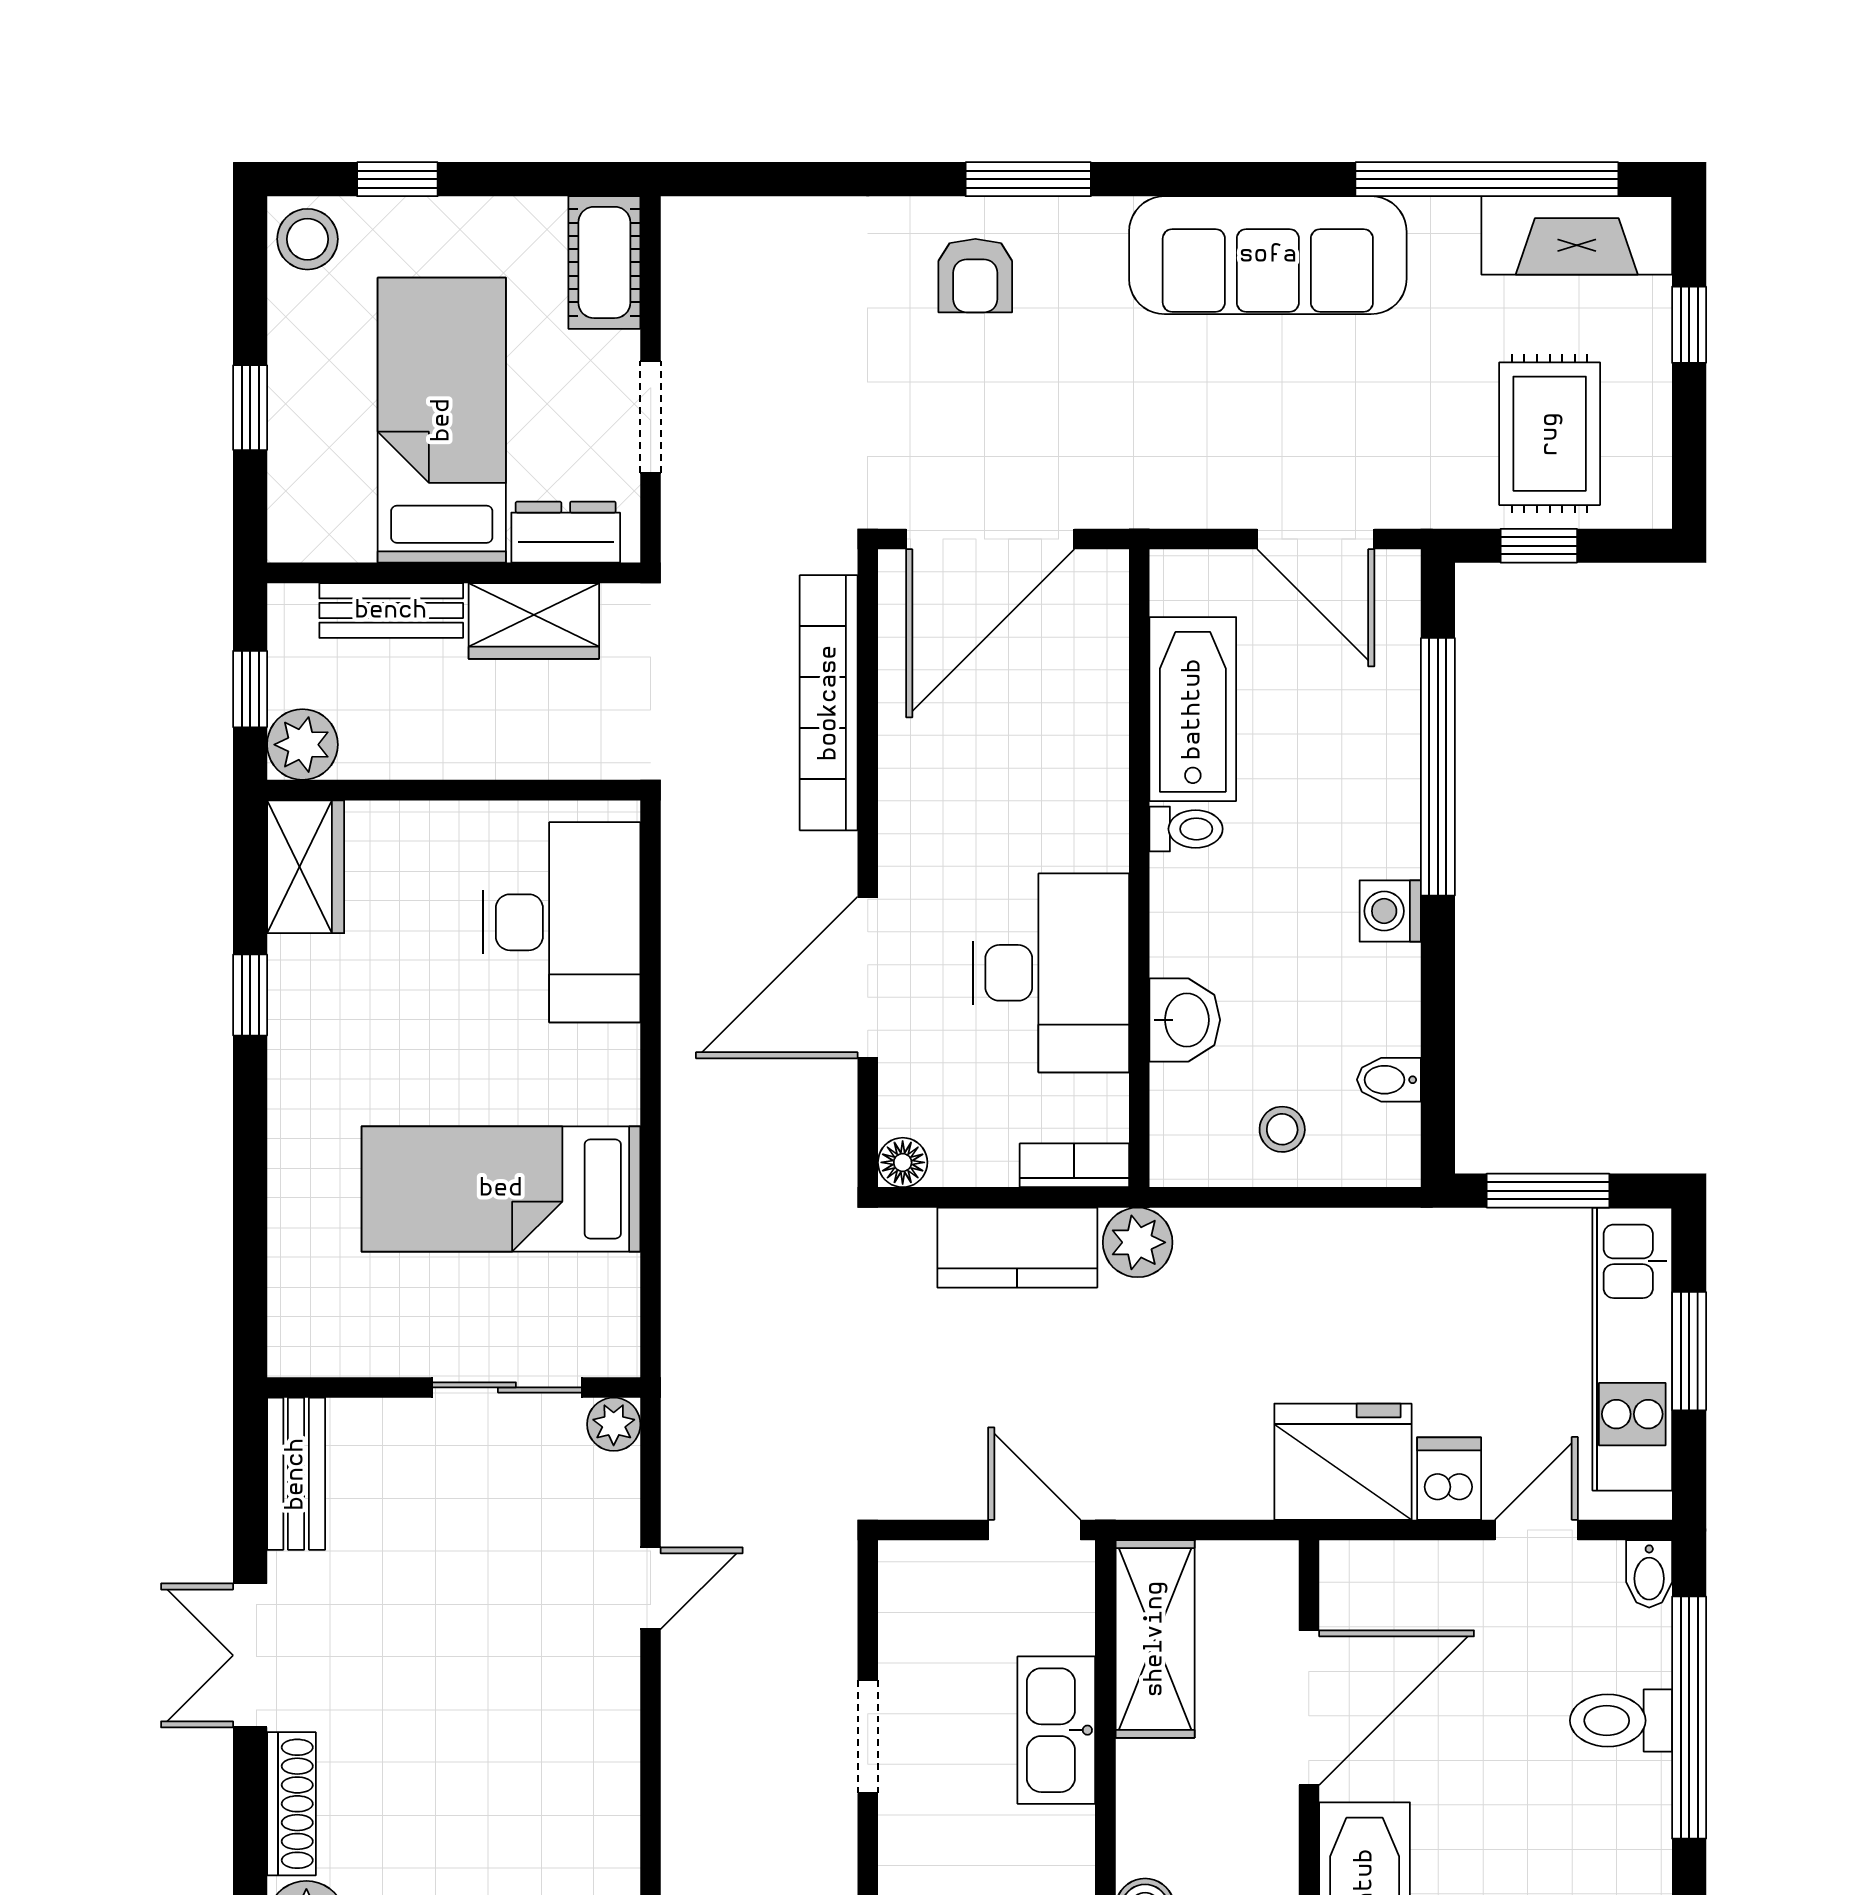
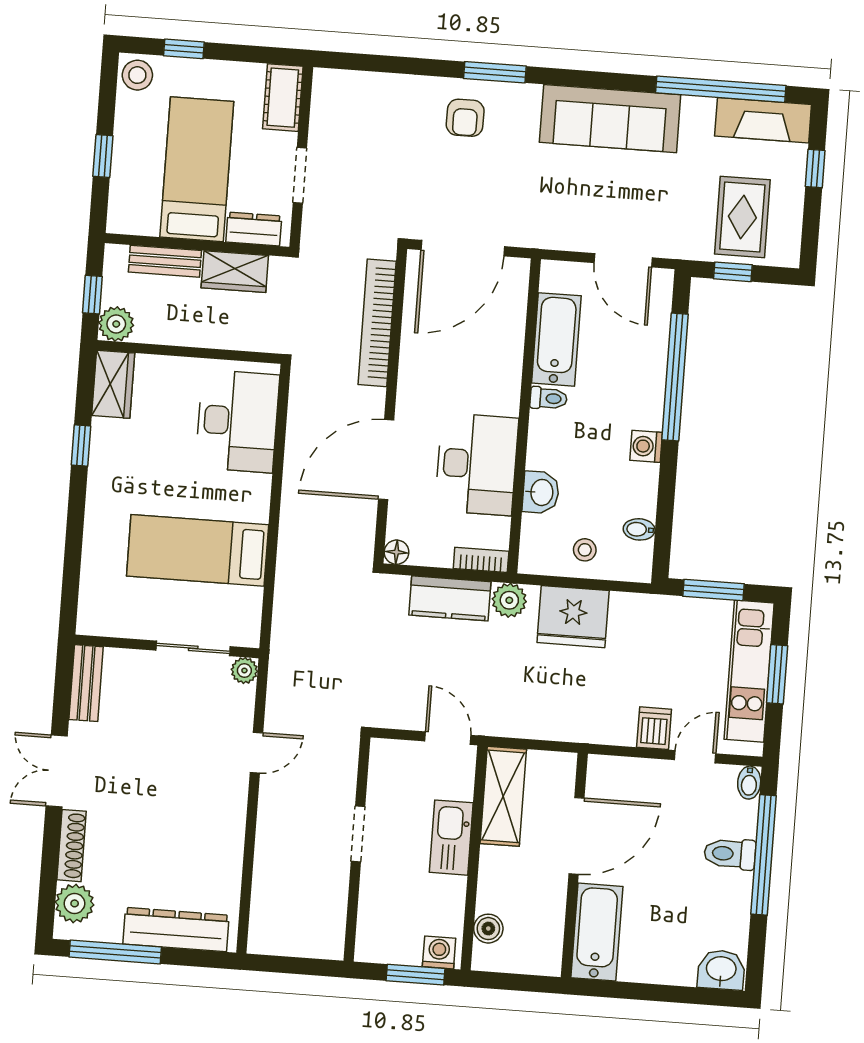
fridge: (1343, 1462) -> (573, 617), moved, turned 180

